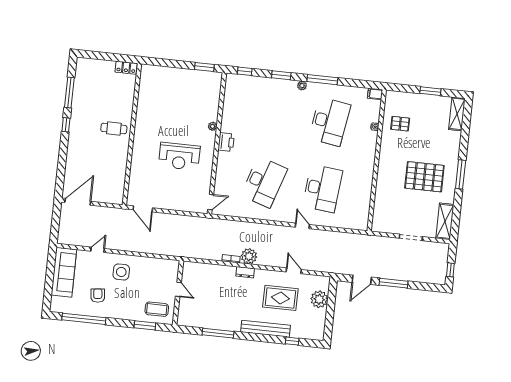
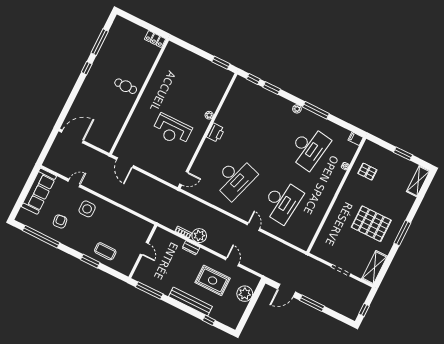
window: (281, 75) -> (272, 88), moved
door: (178, 289) -> (144, 249), moved
wall: (178, 293) -> (143, 251), moved

